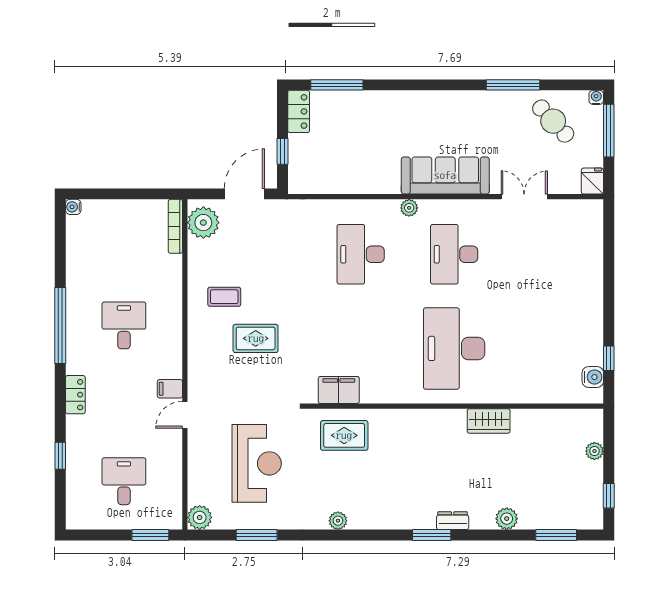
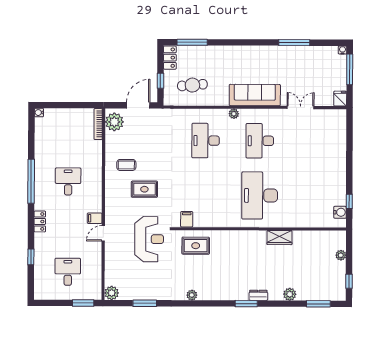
cafe table: (553, 121) -> (192, 85), moved, turned -52
filing cabinet: (339, 390) -> (187, 219), width x0.50
reception desk: (257, 463) -> (149, 239), moved

